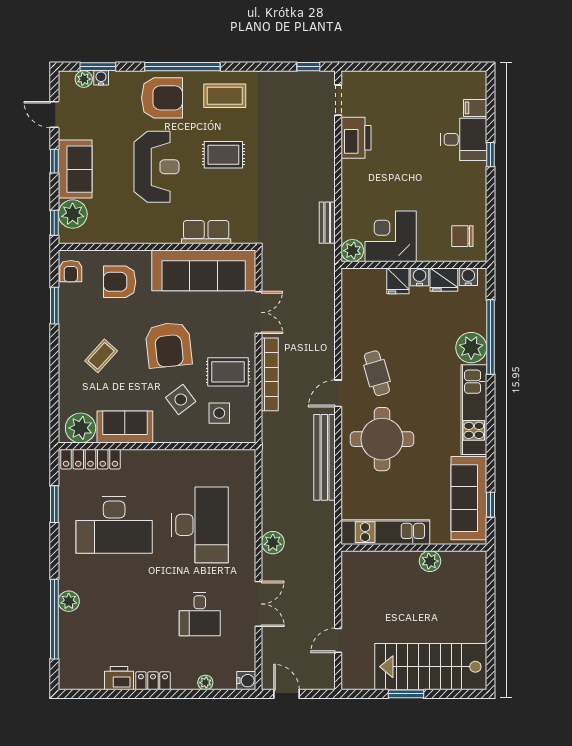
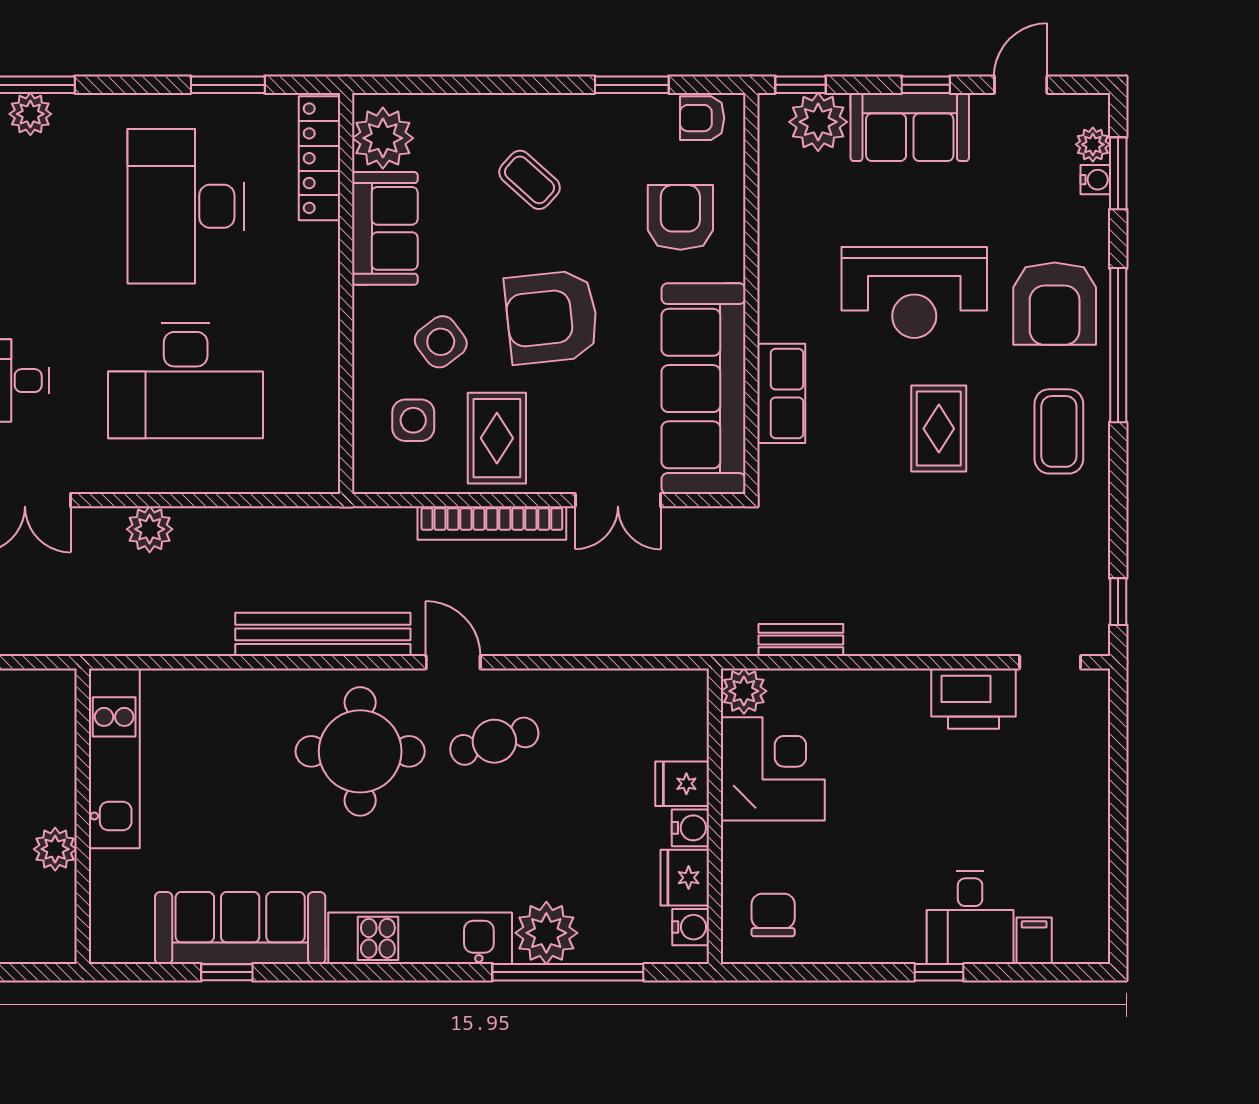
kitchen unit: (385, 532) -> (114, 758), moved
wall: (414, 548) -> (83, 816), moved
plant: (430, 561) -> (55, 849), moved

